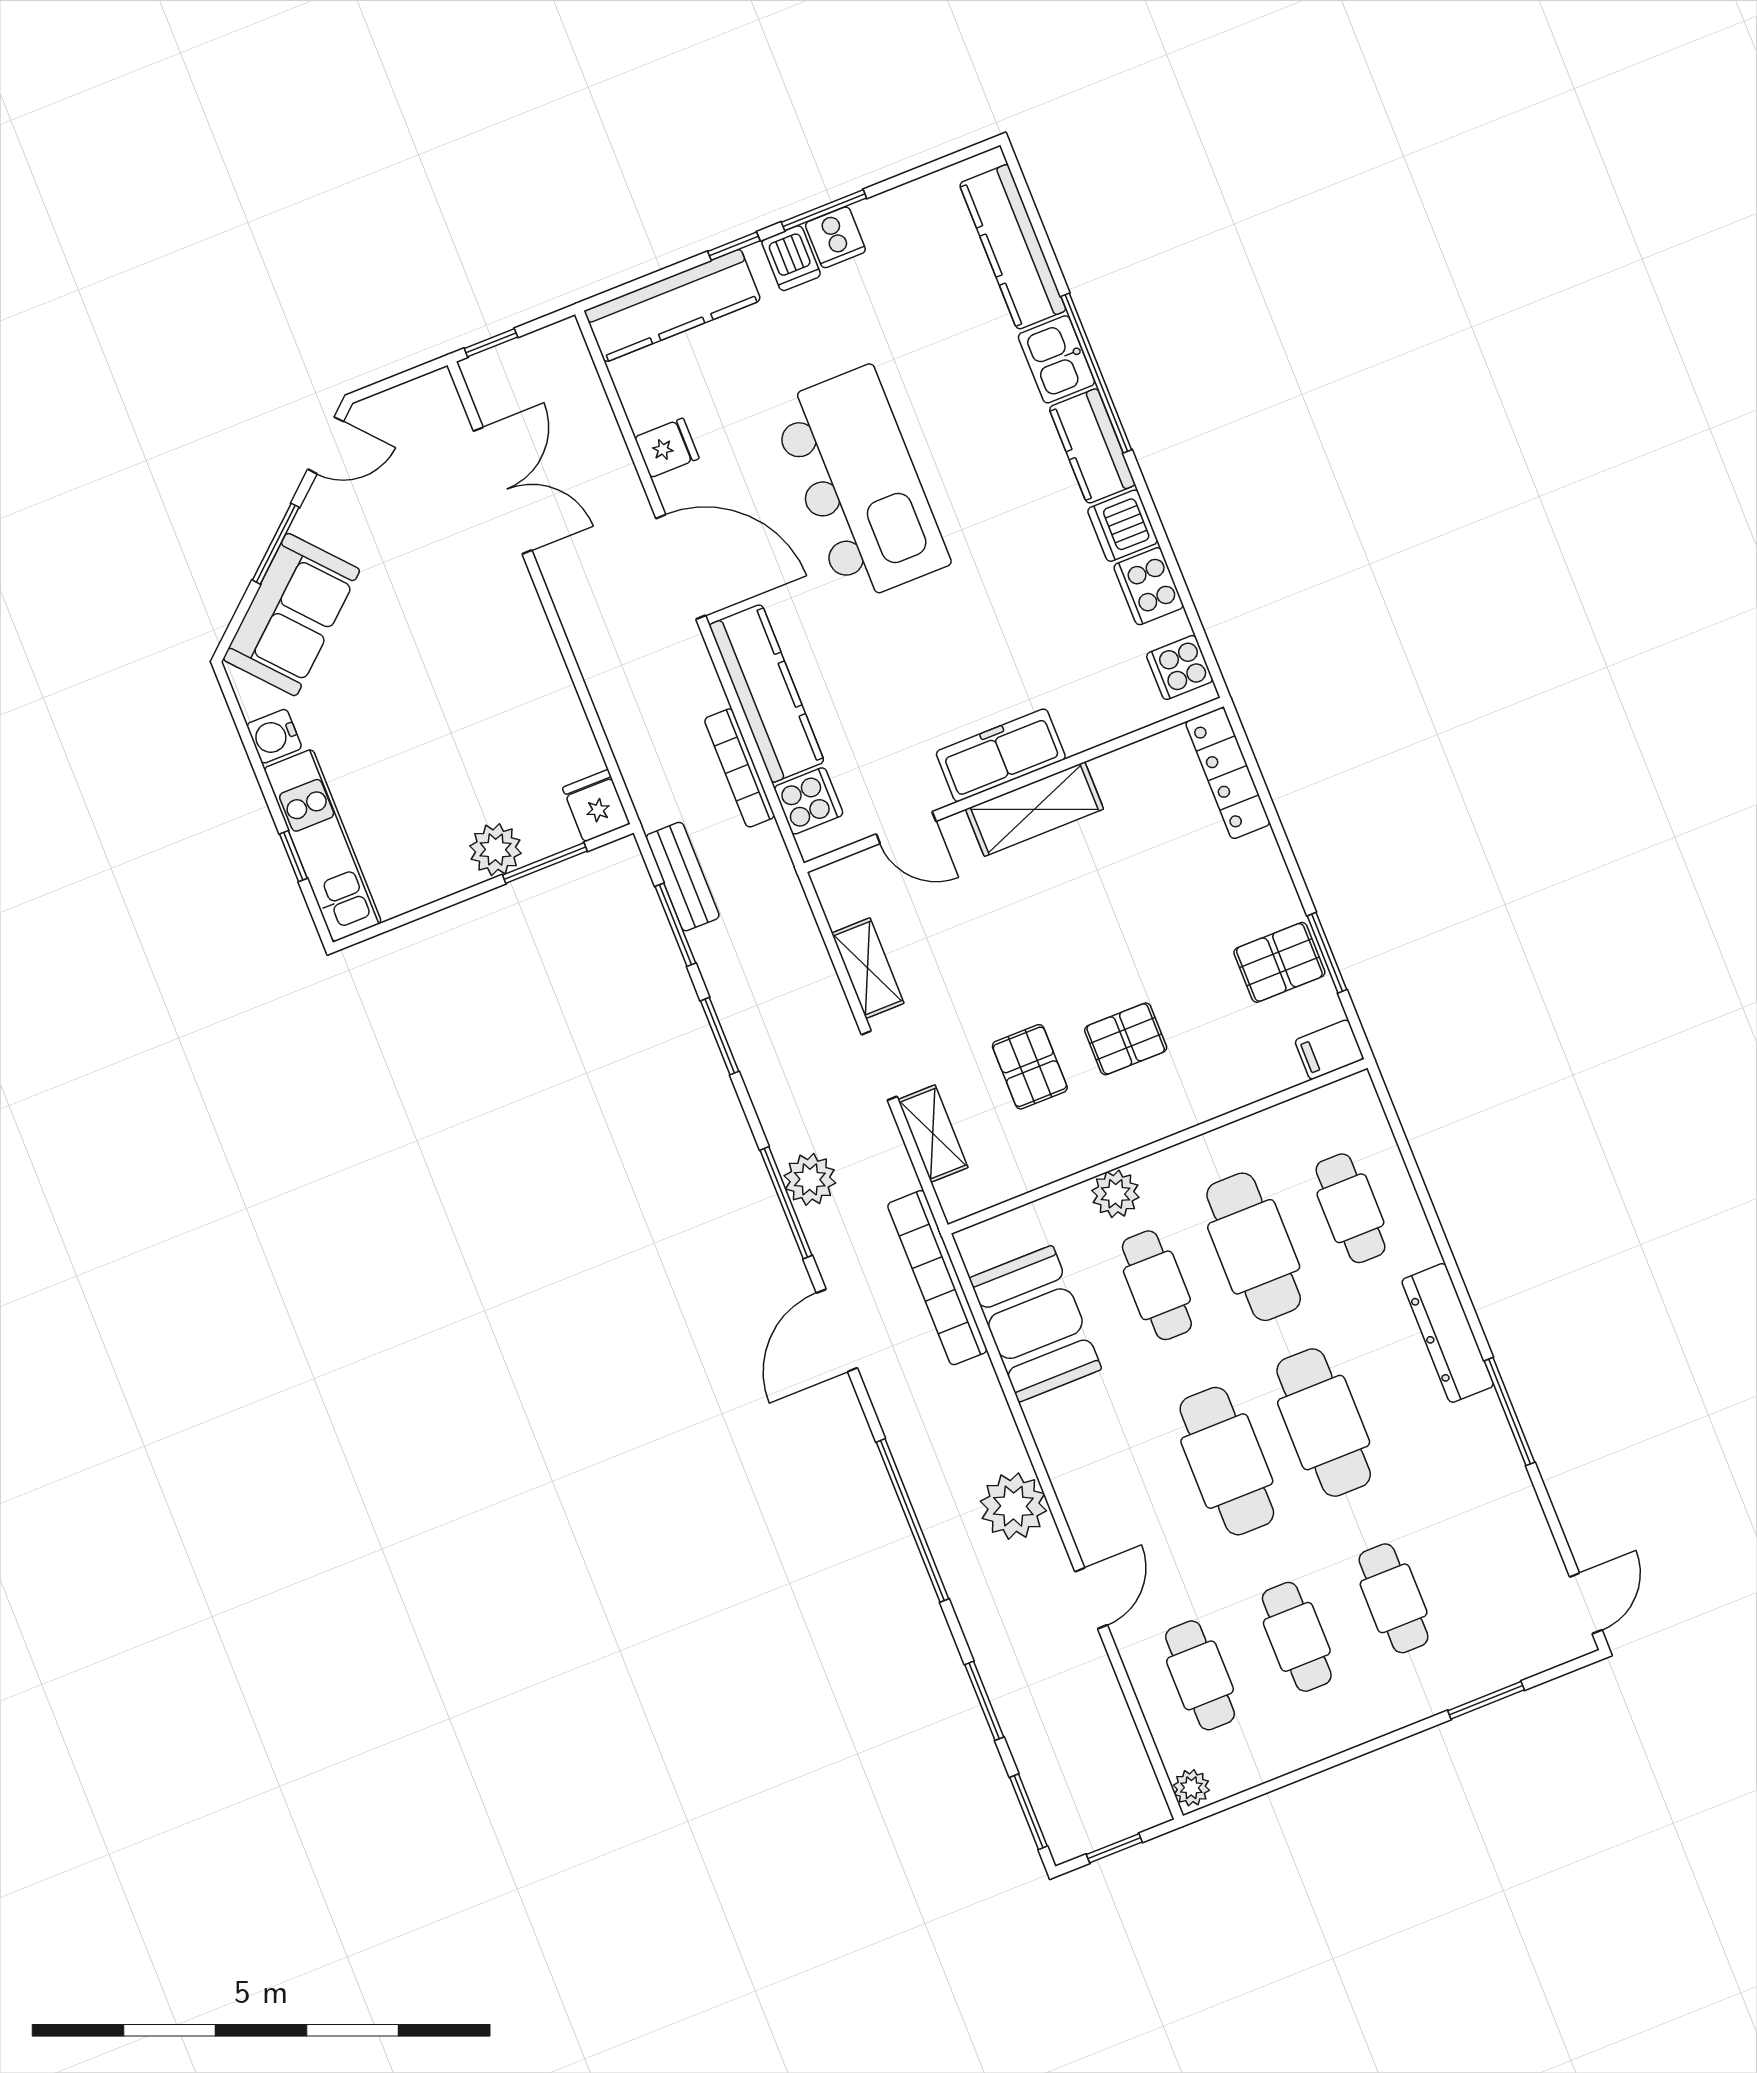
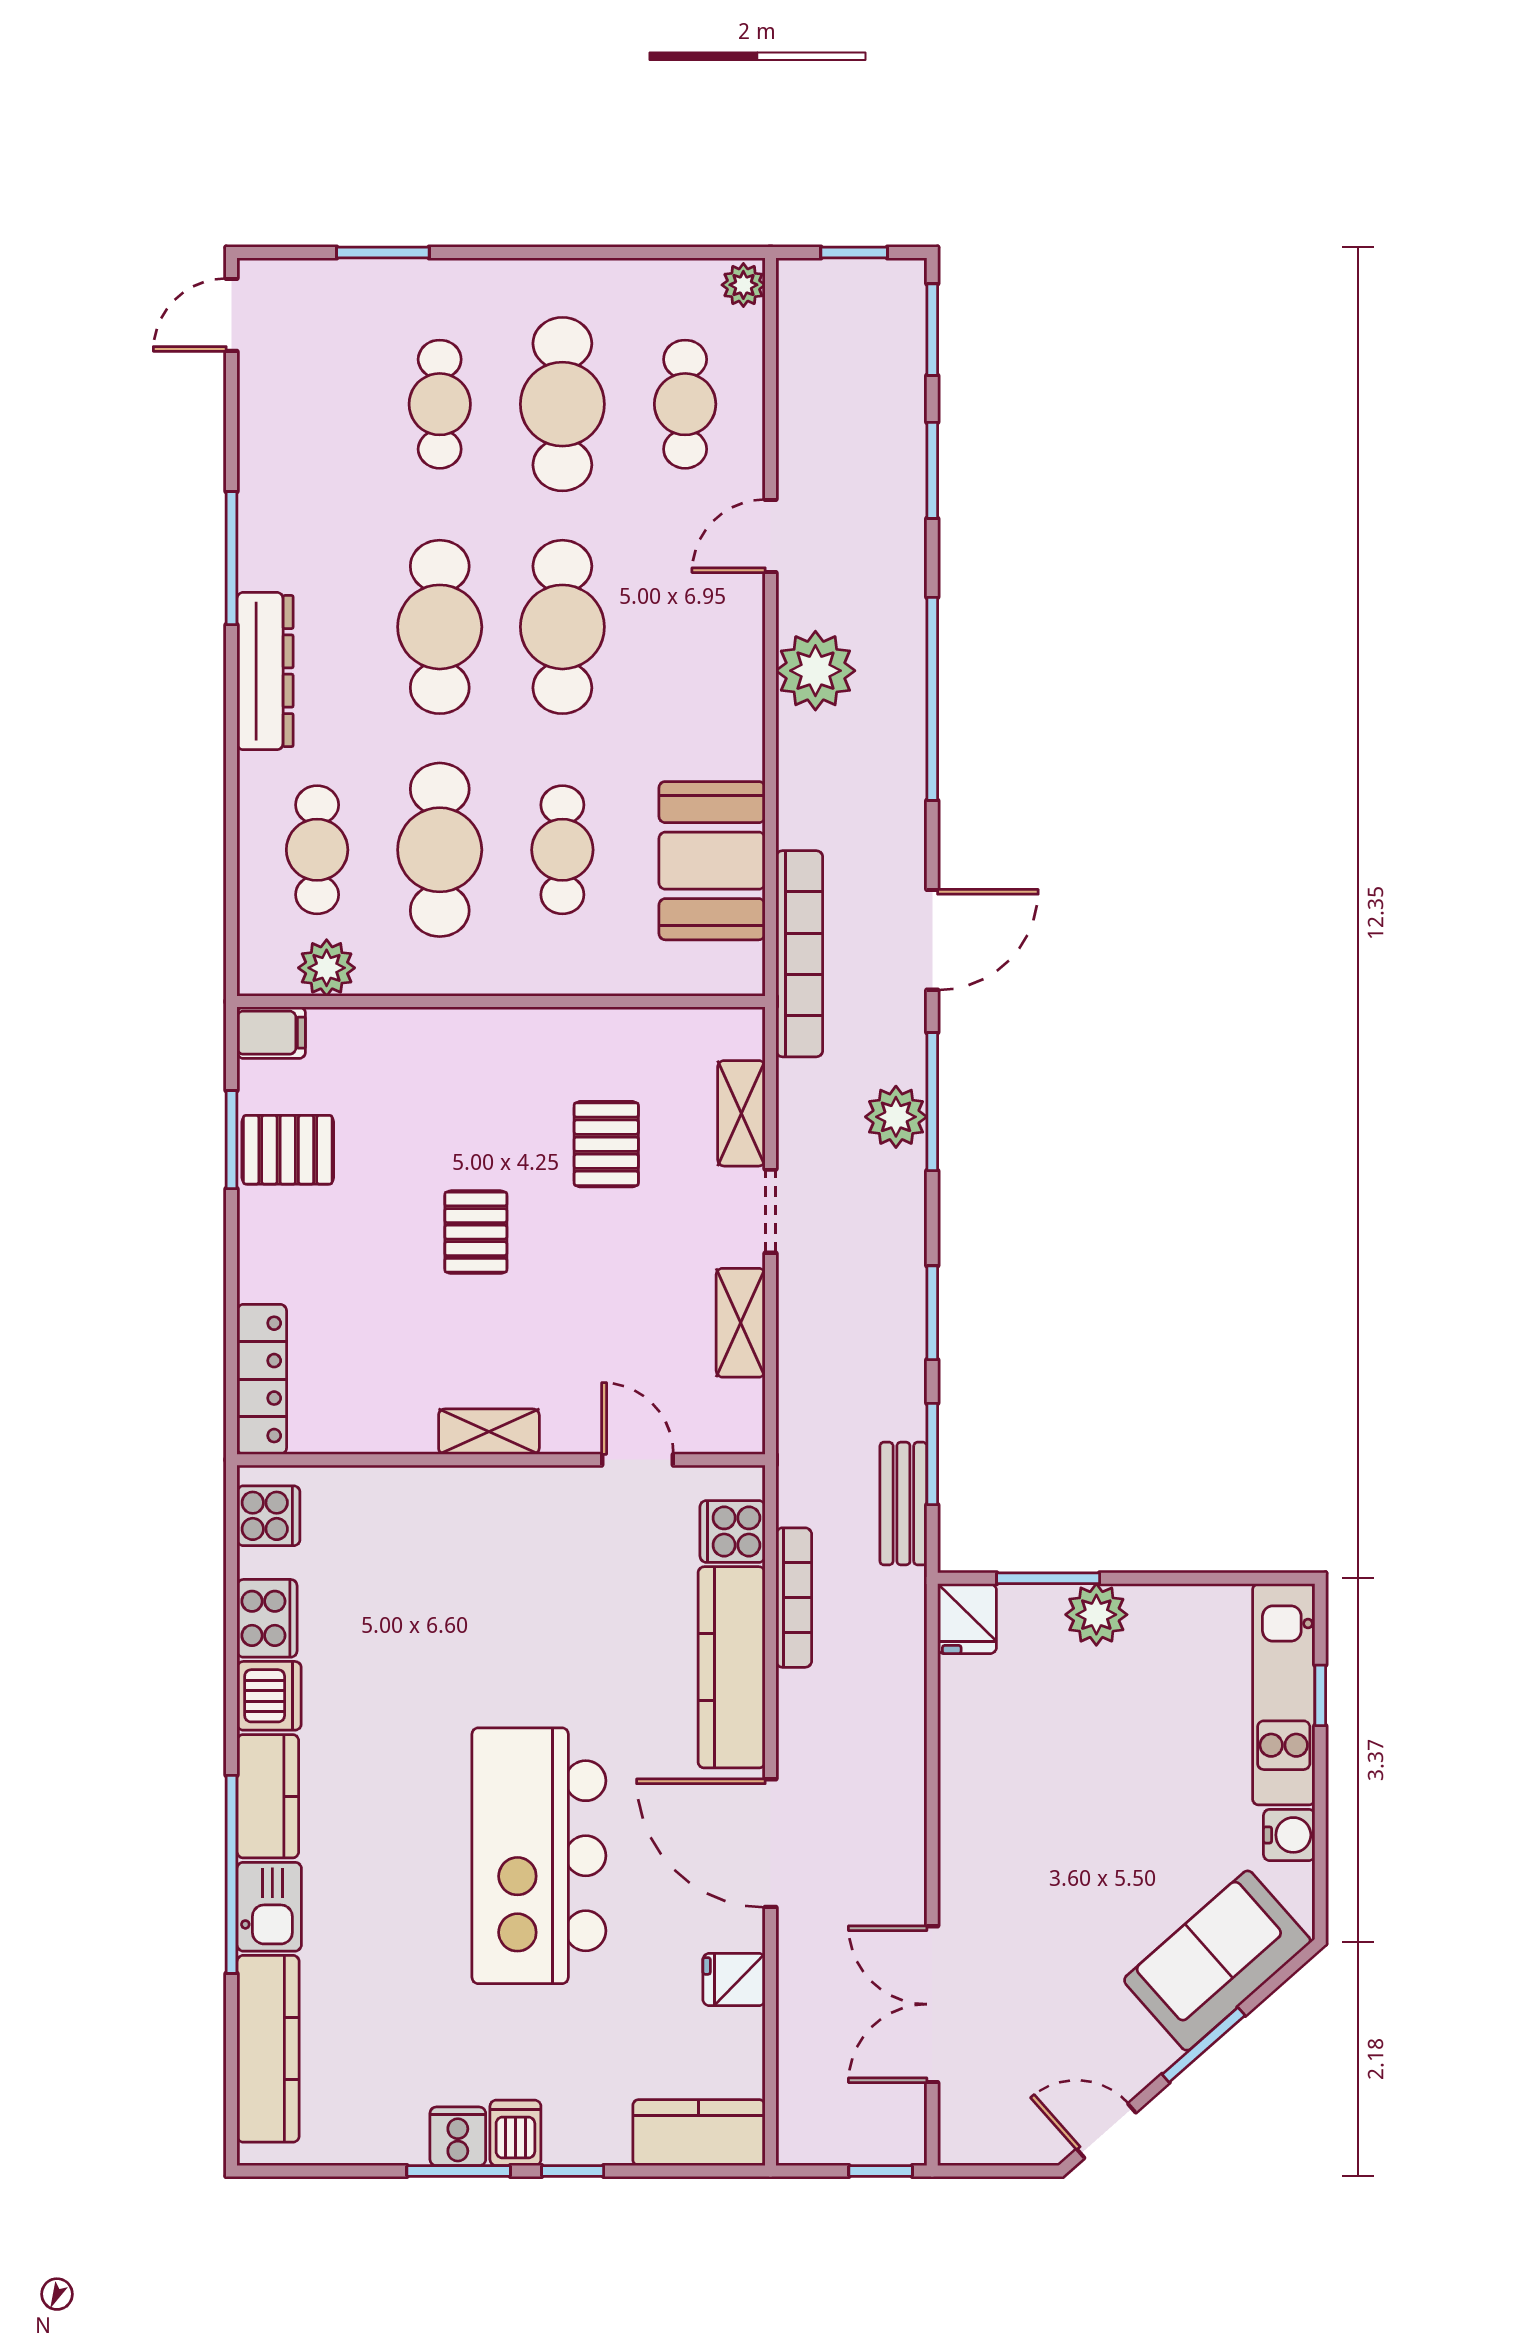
kitchen counter: (672, 306) -> (699, 2133), width x0.67
freezer: (1001, 755) -> (502, 1498), removed
shelving: (1035, 809) -> (489, 1432), width x0.67, depth x0.75
pallet: (1126, 1039) -> (476, 1232), moved, turned 90
plant: (1115, 1194) -> (327, 968), moved
cafe table: (1297, 1637) -> (562, 404), width x1.37, depth x1.35

